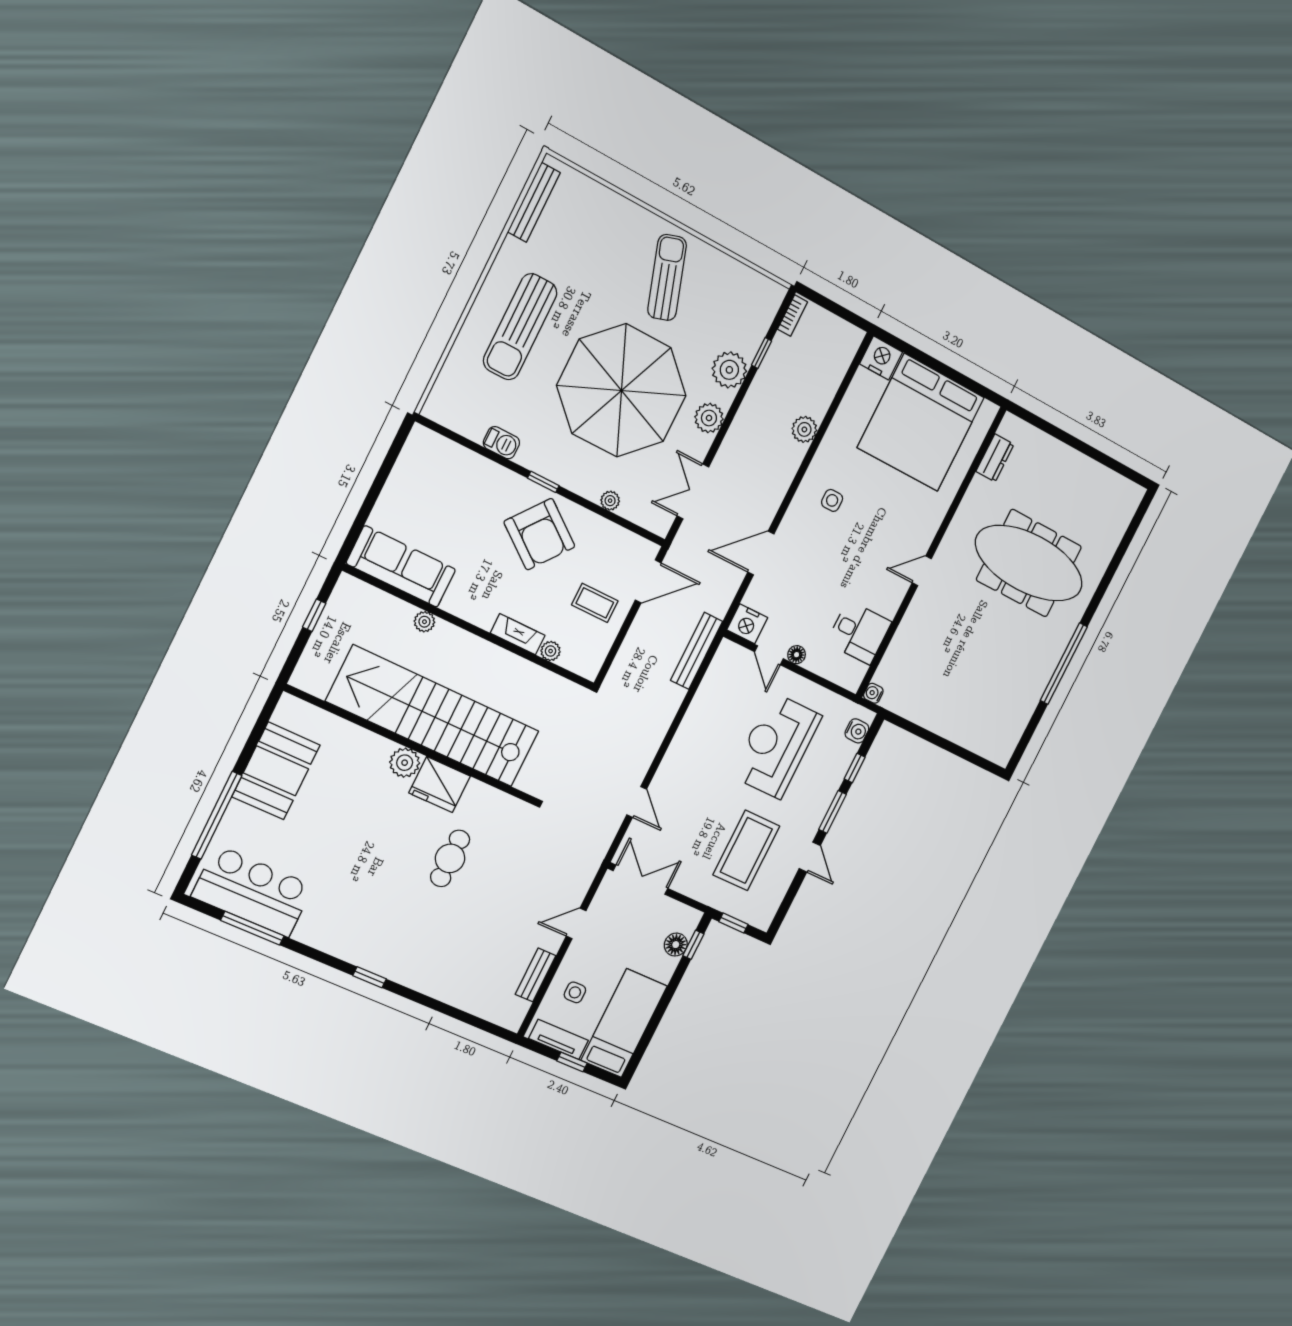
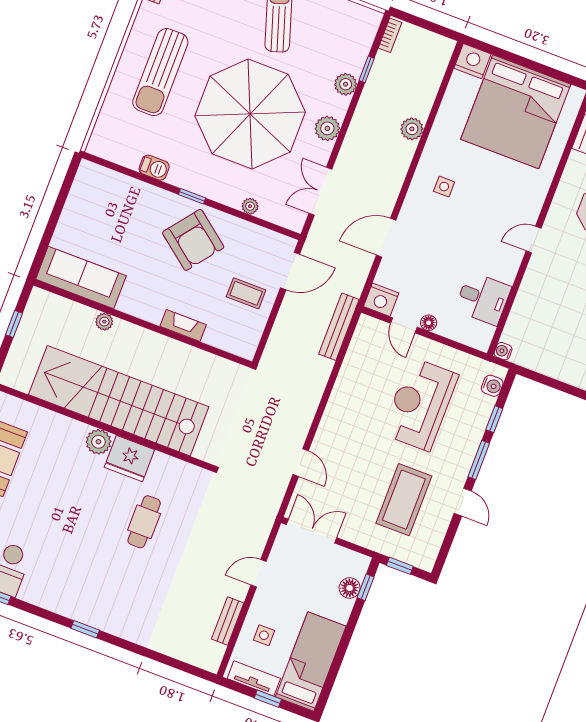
plant: (729, 370) -> (346, 84), width x0.73, depth x0.73
plant: (551, 651) -> (212, 337), removed

